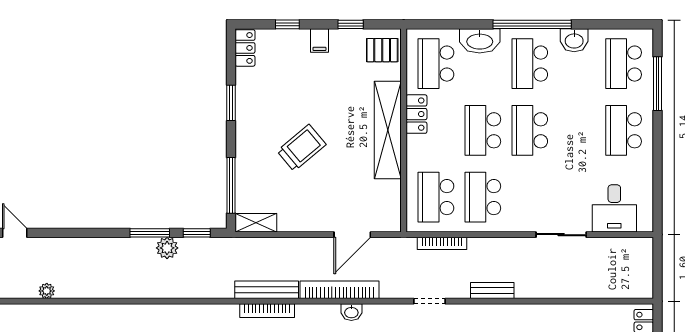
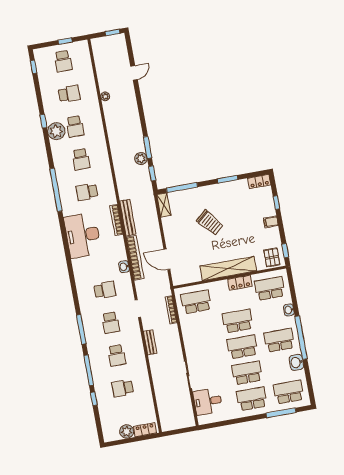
window: (351, 24) -> (285, 251), moved
washbasin: (480, 41) -> (289, 310), width x0.52, depth x0.69
school desk: (483, 197) -> (247, 373), moved

